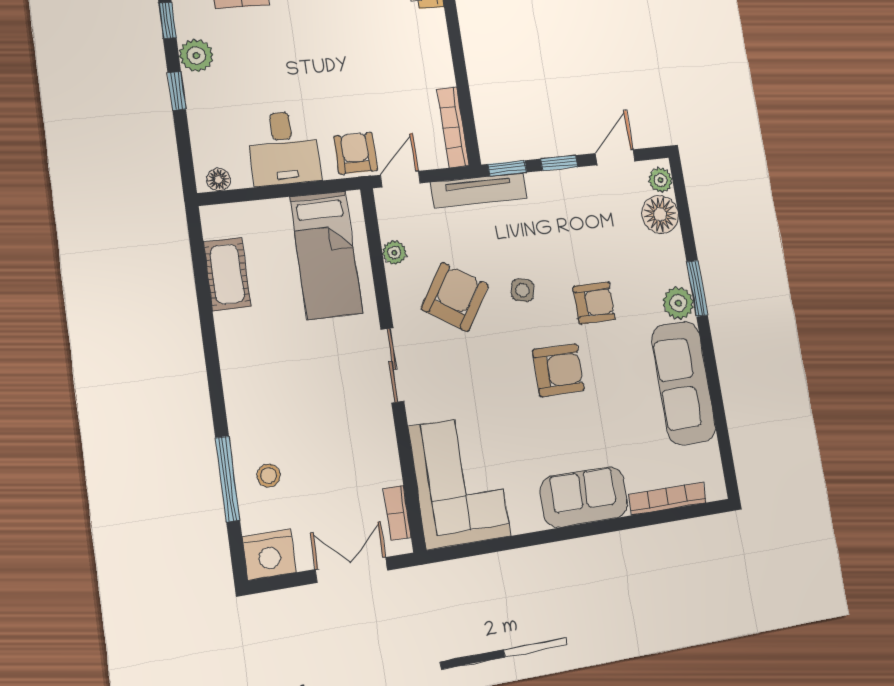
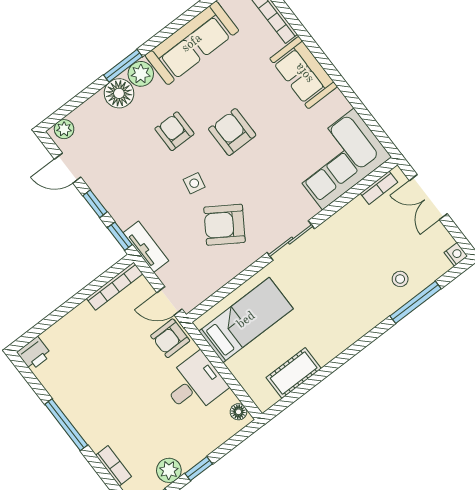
tv unit: (479, 190) -> (146, 247), width x0.71
floor lamp: (660, 214) -> (119, 93), moved
plant: (394, 253) -> (219, 279), removed
nightstand: (269, 554) -> (456, 254), width x0.53, depth x0.56

